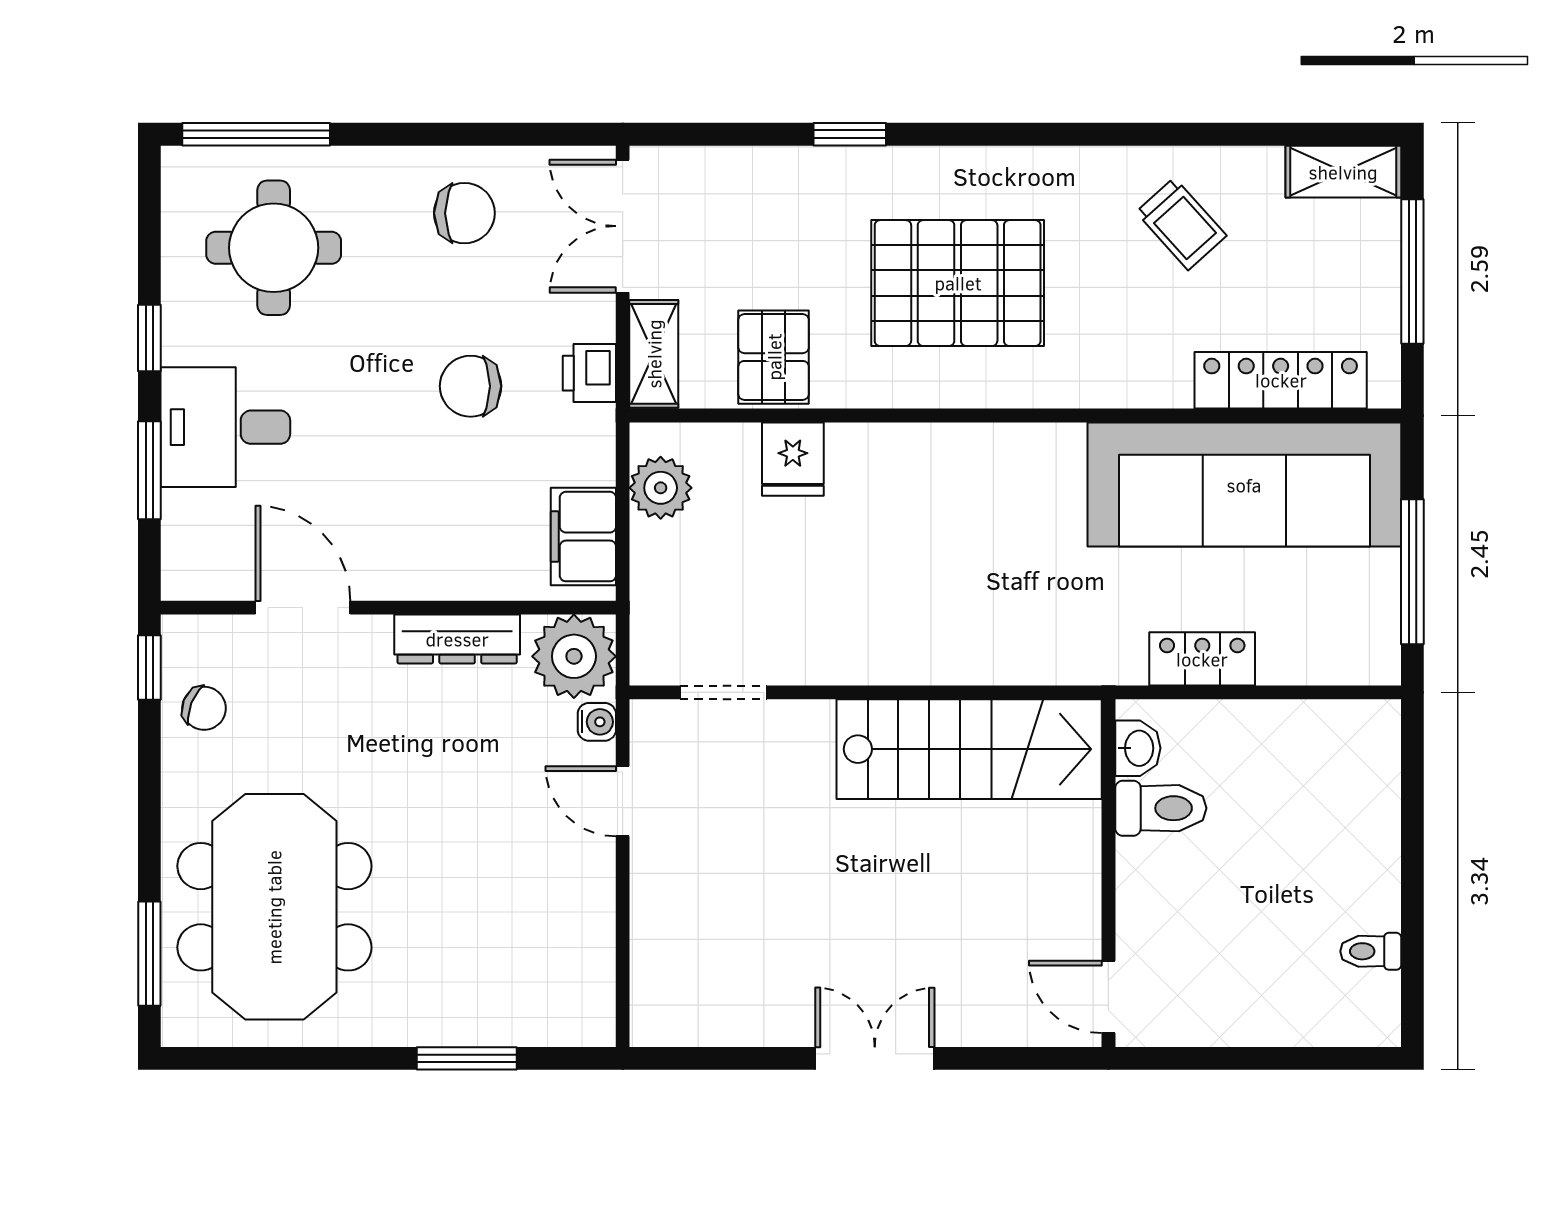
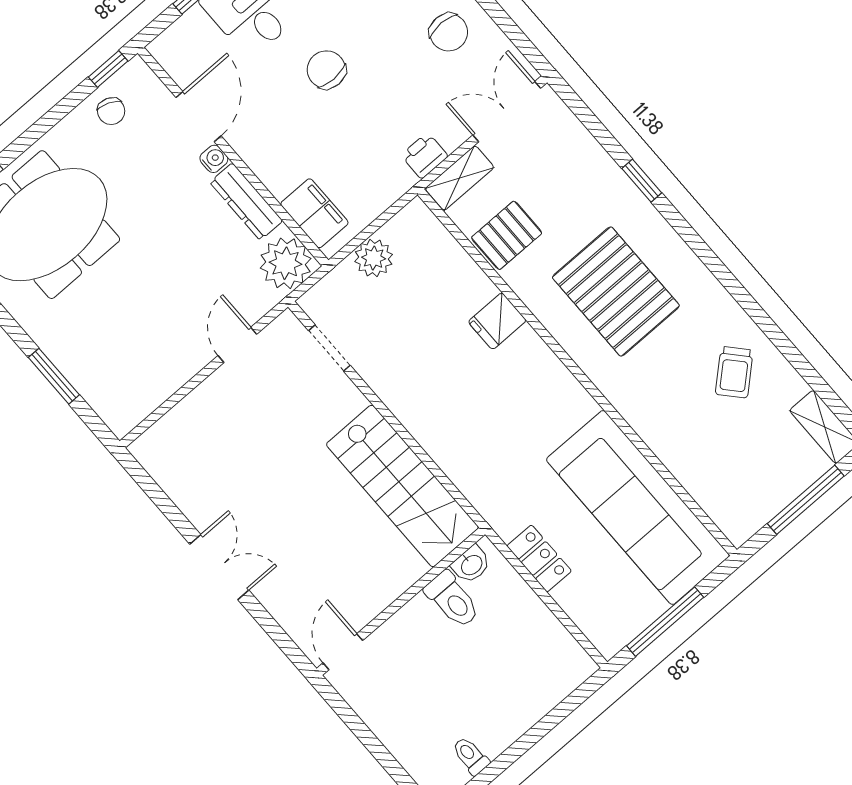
locker: (1281, 380) -> (701, 482), removed
chair: (471, 386) -> (326, 70), moved
fridge: (793, 459) -> (497, 321), moved
plant: (661, 488) -> (374, 258), moved
filing cabinet: (583, 537) -> (314, 213), moved, turned 90
water cooler: (597, 722) -> (214, 159), moved, turned -90

